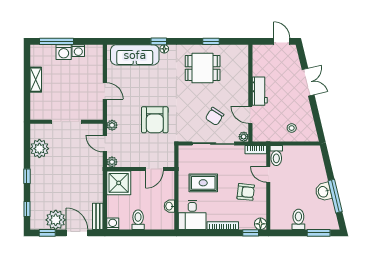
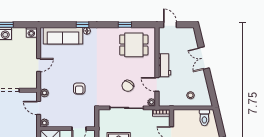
door: (282, 41) -> (170, 25), moved
washing machine: (78, 51) -> (31, 32), moved
dining table: (203, 68) -> (134, 45), moved
double door: (308, 82) -> (204, 58), swing flipped
door: (105, 91) -> (39, 65), hinge flipped
armchair: (155, 120) -> (79, 89), width x0.53, depth x0.53
toilet: (276, 156) -> (204, 118), moved

